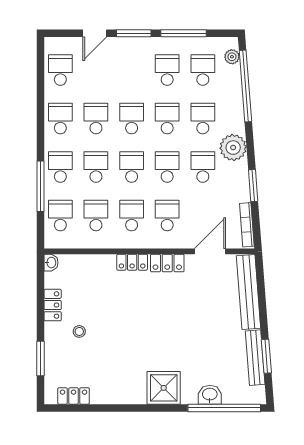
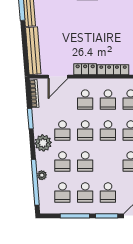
plant: (232, 57) -> (42, 175), moved
school desk: (132, 119) -> (108, 192), moved
locker: (132, 262) -> (113, 70), width x1.53

